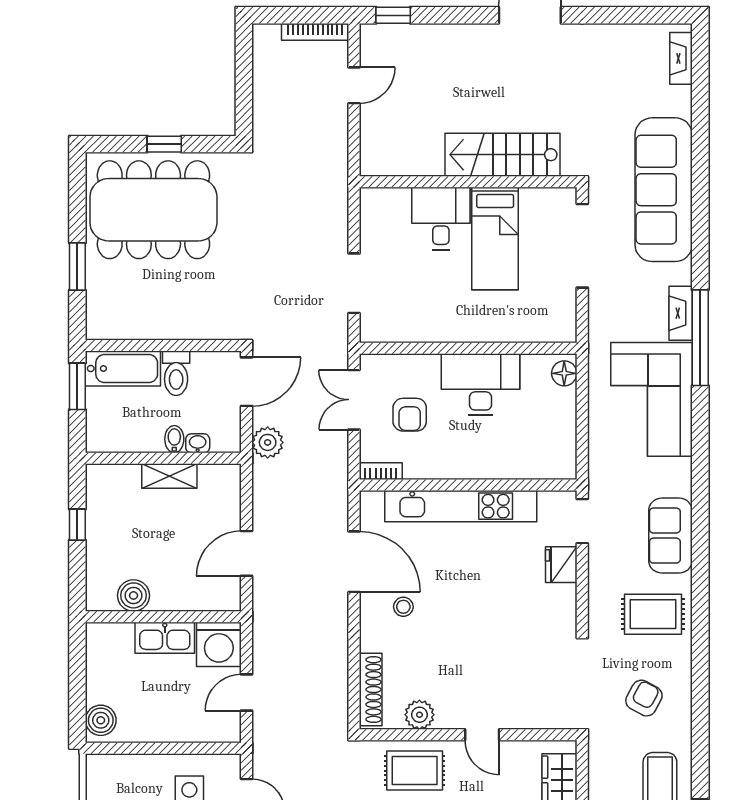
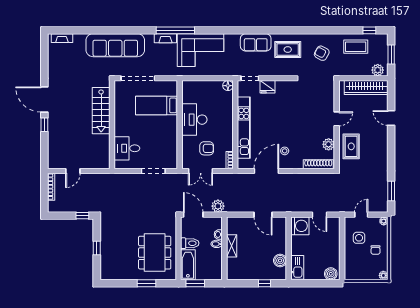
window: (393, 15) -> (44, 125), moved
door: (354, 85) -> (73, 171), swing flipped
window: (244, 109) -> (82, 216), added
dining table: (153, 210) -> (155, 253), moved, width x0.73, depth x0.80
desk: (441, 218) -> (127, 148), moved
bed: (495, 239) -> (157, 105), moved, turned 180
floor lamp: (564, 373) -> (228, 86), moved
window: (77, 525) -> (264, 283), moved
rug: (653, 614) -> (288, 49), turned 90
kitchen sink: (165, 638) -> (297, 267), moved

